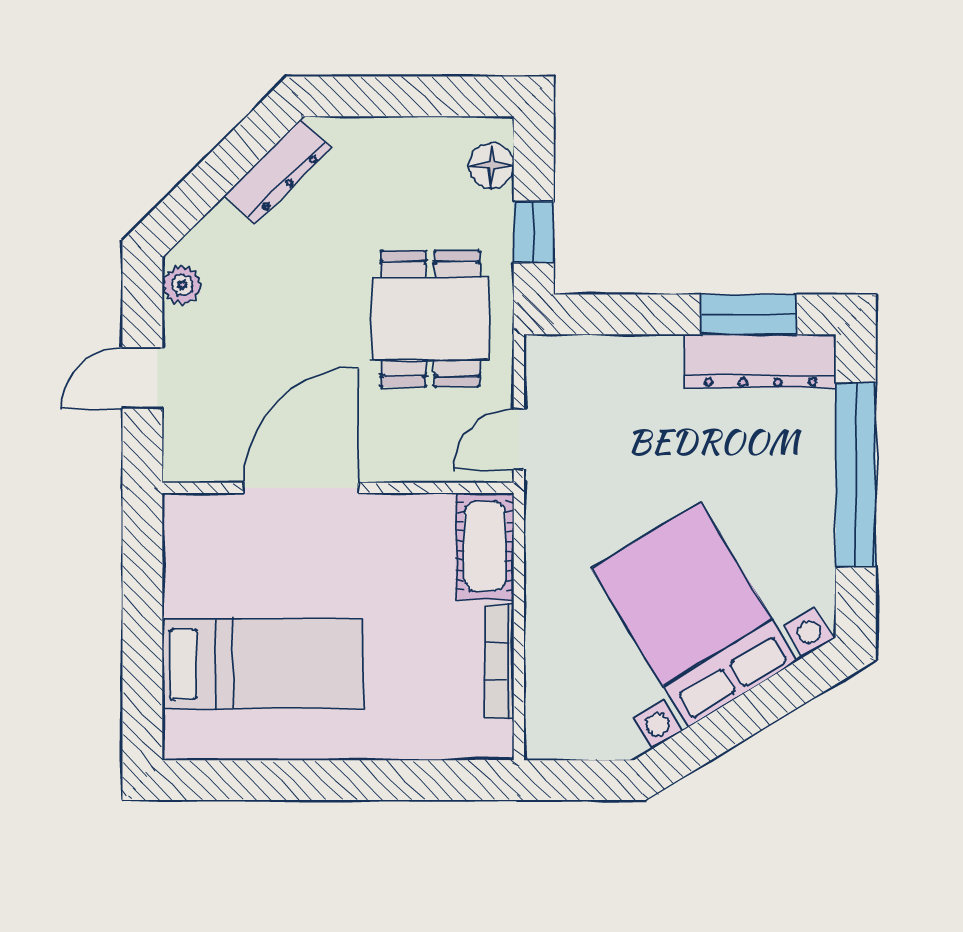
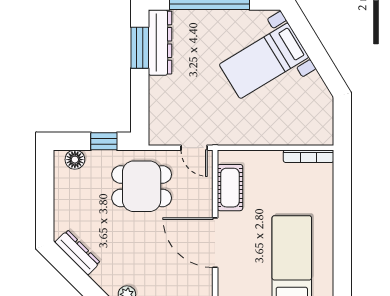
cot: (485, 546) -> (230, 188), moved, turned 90
bed with nightstands: (695, 615) -> (264, 61), width x0.73
bookcase: (499, 661) -> (309, 156), moved

